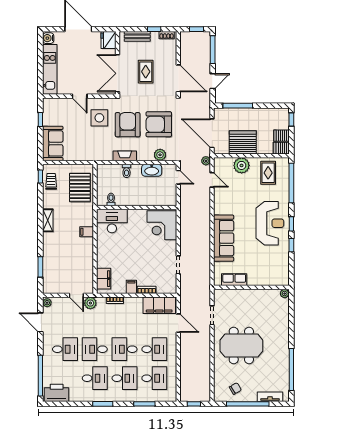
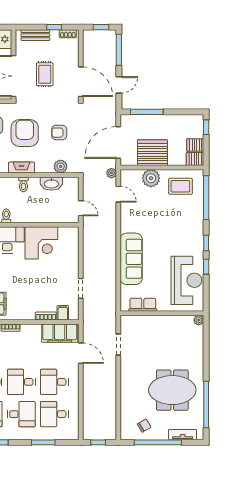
armchair: (159, 124) -> (59, 133), width x0.53, depth x0.53
door: (212, 133) -> (118, 143), hinge flipped
rug: (268, 173) -> (180, 186), turned 90
door: (178, 177) -> (81, 208), moved
reception desk: (270, 223) -> (186, 280), moved
corner desk: (162, 225) -> (41, 243), moved, turned -90
filing cabinet: (131, 287) -> (63, 313), moved
meeting table: (241, 346) -> (172, 390), moved
desk: (154, 349) -> (54, 382), turned 180
desk: (154, 378) -> (54, 414), turned 180

